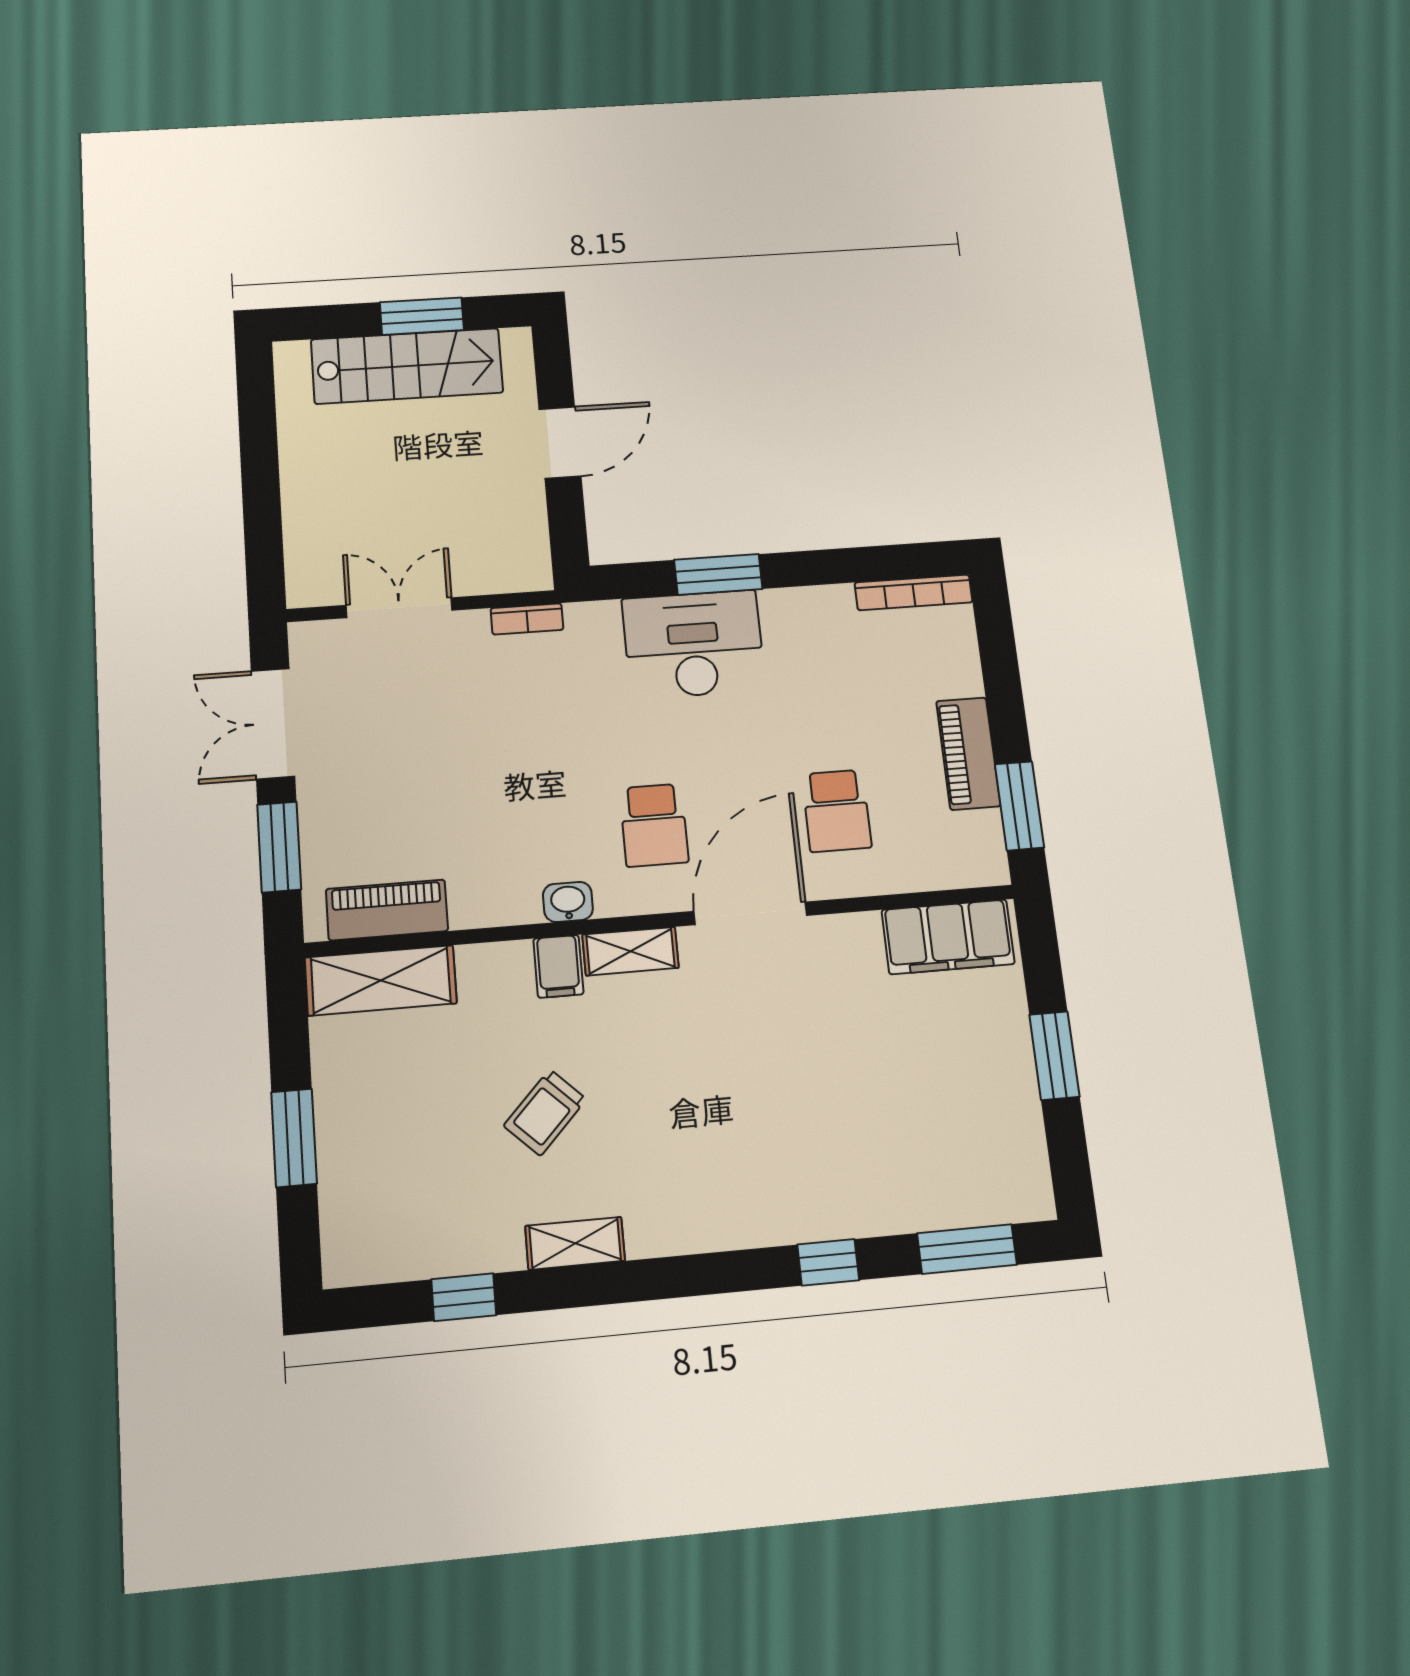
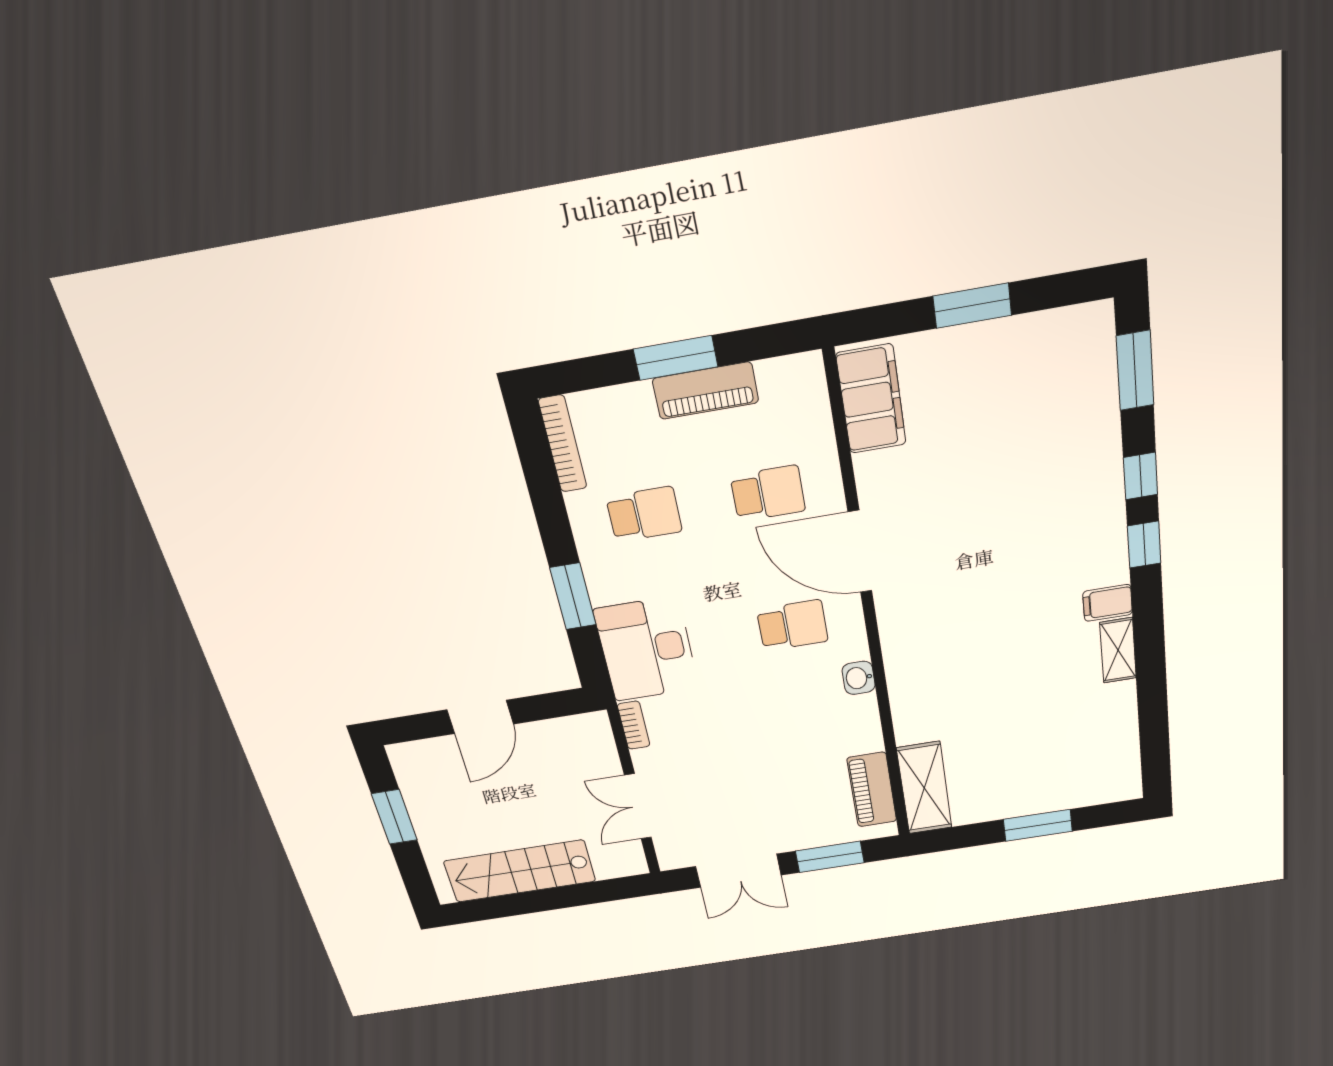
stairs: (407, 366) -> (520, 871), moved, turned -90
door: (560, 442) -> (480, 717), swing flipped
desk: (694, 644) -> (647, 649), moved
school desk: (820, 668) -> (644, 514), added
window: (1019, 806) -> (676, 358), moved
shelving: (630, 951) -> (895, 633), removed
filing cabinet: (558, 966) -> (1108, 603), moved, turned 180
trolley: (545, 1112) -> (1020, 678), removed
window: (464, 1297) -> (1144, 545), moved

